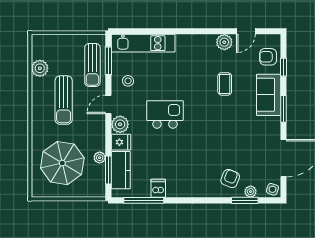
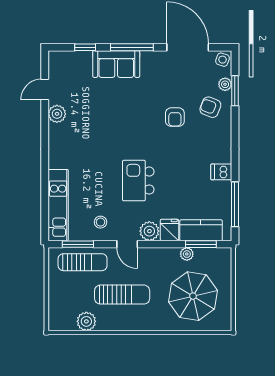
door: (246, 31) -> (45, 90), swing flipped
armchair: (268, 57) -> (175, 117), moved
coffee table: (225, 84) -> (104, 113), removed
window: (283, 109) -> (132, 47), width x1.44
dishwasher: (158, 188) -> (221, 172), moved

